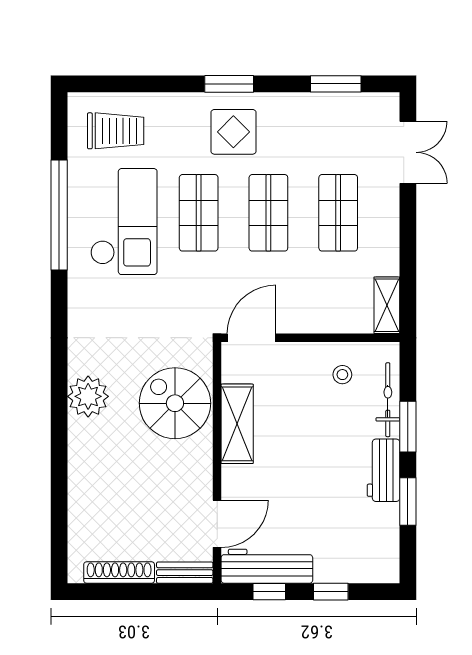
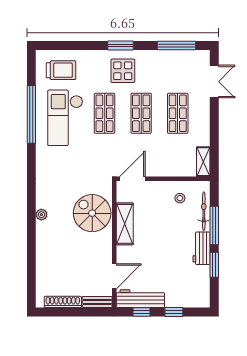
window: (336, 84) -> (176, 46), width x1.44
checkout: (124, 222) -> (65, 118), turned 180
plant: (88, 396) -> (41, 215), width x0.53, depth x0.53
window: (408, 427) -> (214, 225), width x1.44

